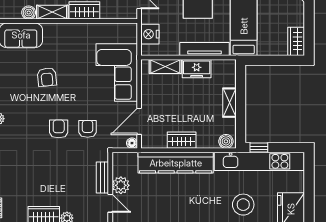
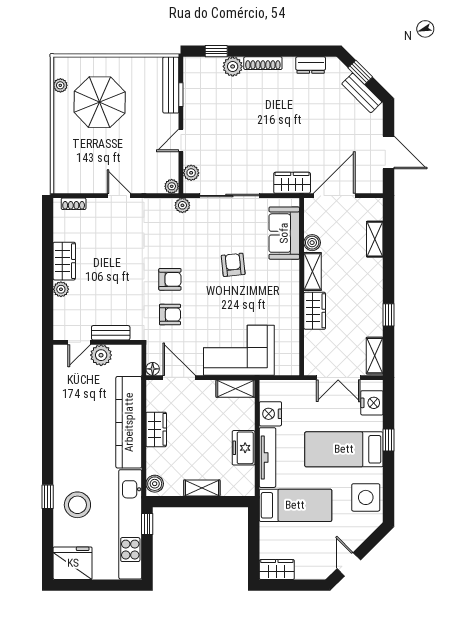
nightstand: (150, 34) -> (270, 414), moved, turned -90
shelving: (165, 67) -> (235, 389), moved, turned 90
armchair: (47, 77) -> (233, 265), turned 90

